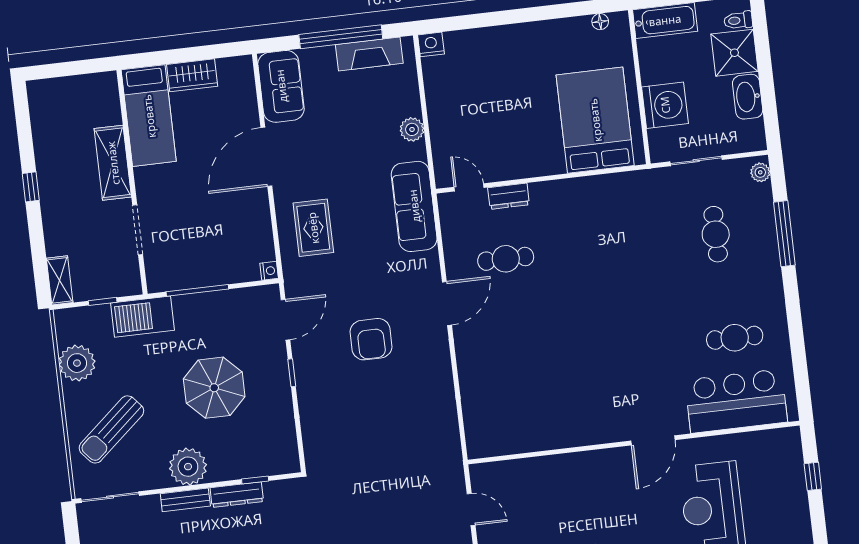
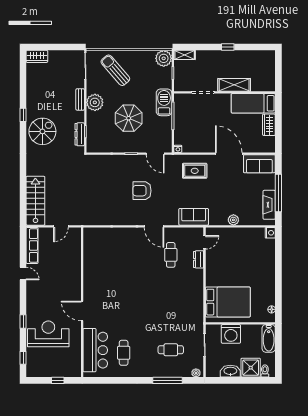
sofa: (414, 206) -> (194, 217), width x0.73
barbecue: (143, 317) -> (164, 102), moved
plant: (77, 363) -> (164, 58), moved
dresser: (237, 495) -> (80, 134), moved

